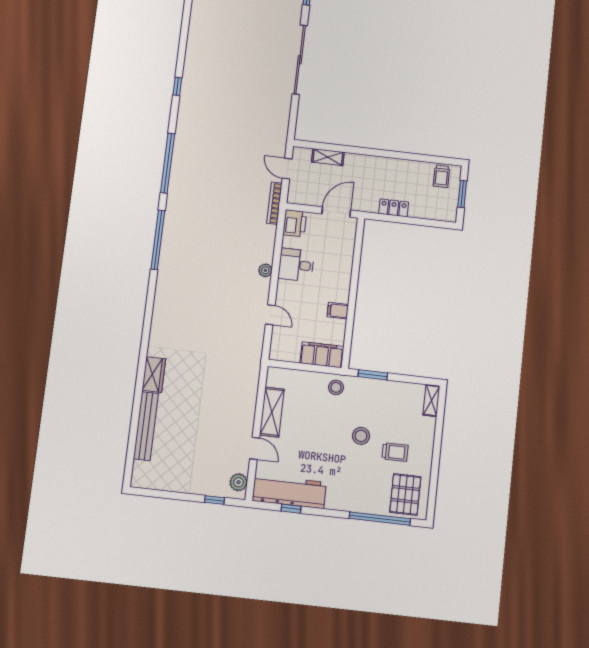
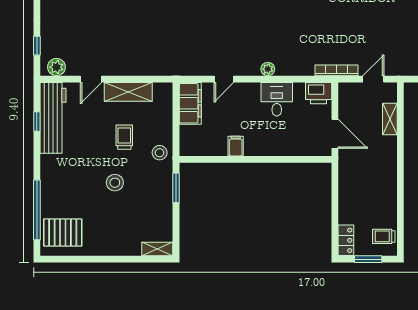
locker: (394, 208) -> (346, 240), moved
filing cabinet: (322, 355) -> (190, 103), moved
trolley: (395, 452) -> (124, 137), moved, turned 180

